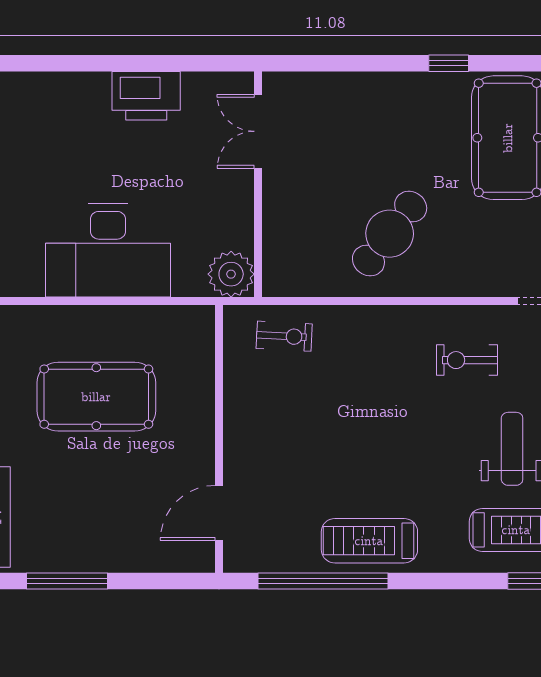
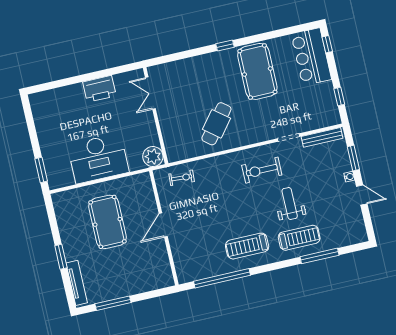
exercise bike: (467, 360) -> (262, 170), width x1.38, depth x1.39
pool table: (96, 397) -> (107, 222), turned 90
door: (219, 513) -> (163, 225), moved
treadmill: (369, 541) -> (247, 246), moved

